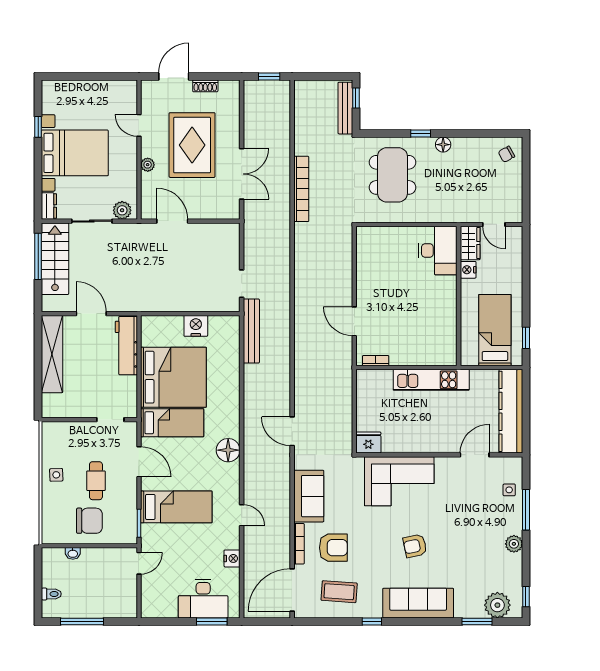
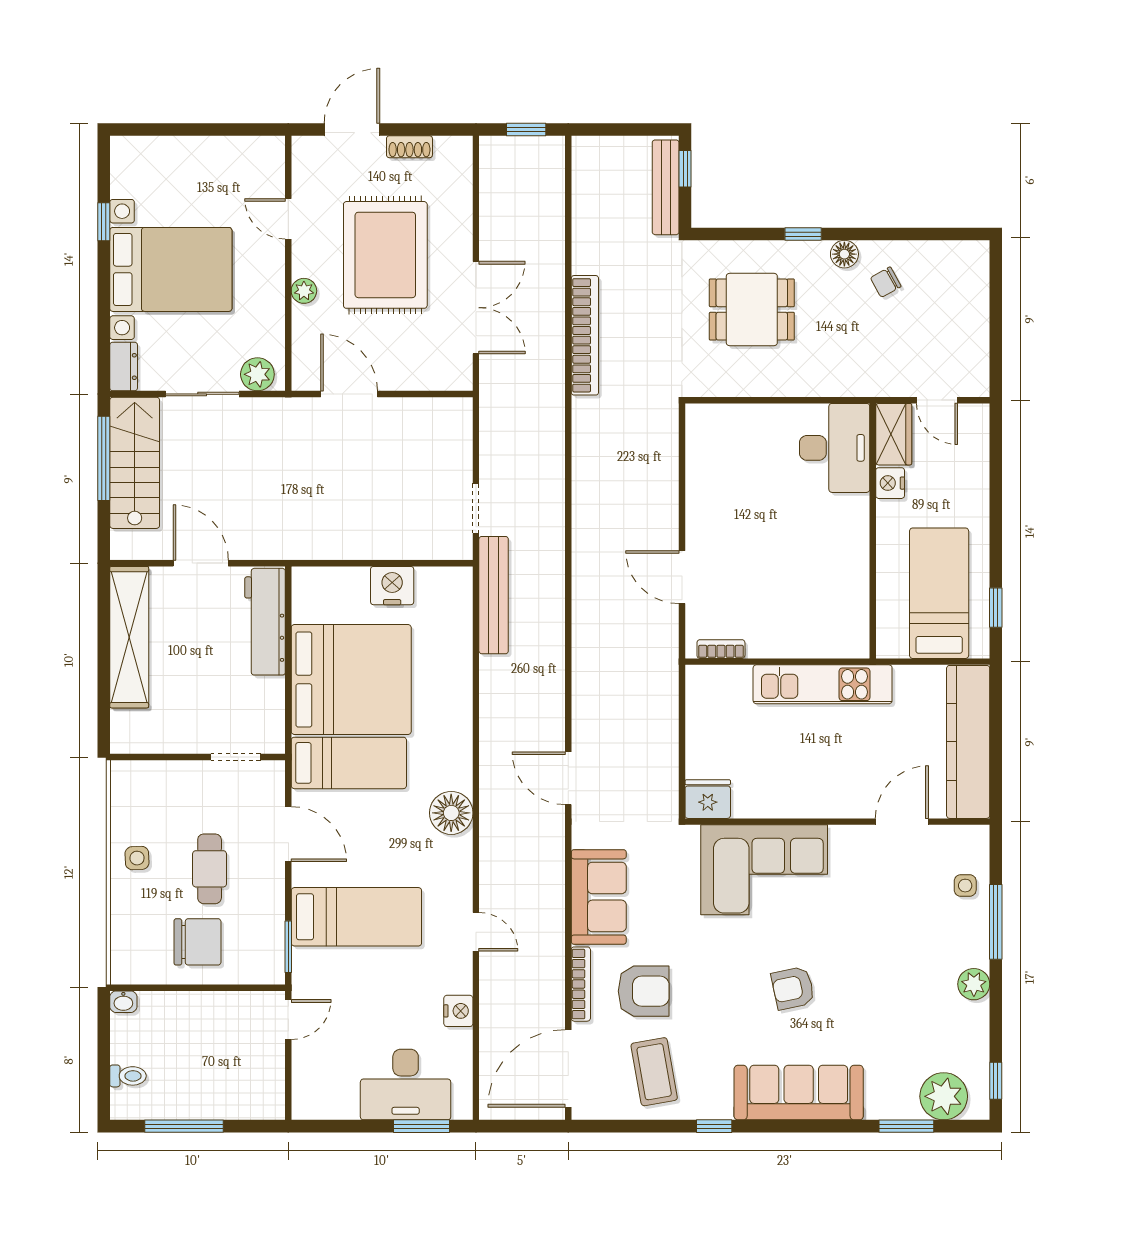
chair: (506, 154) -> (886, 282), moved
dining table: (392, 175) -> (752, 310), width x0.73
washbasin: (73, 553) -> (123, 1002), moved
coffee table: (339, 592) -> (654, 1072), turned 76

